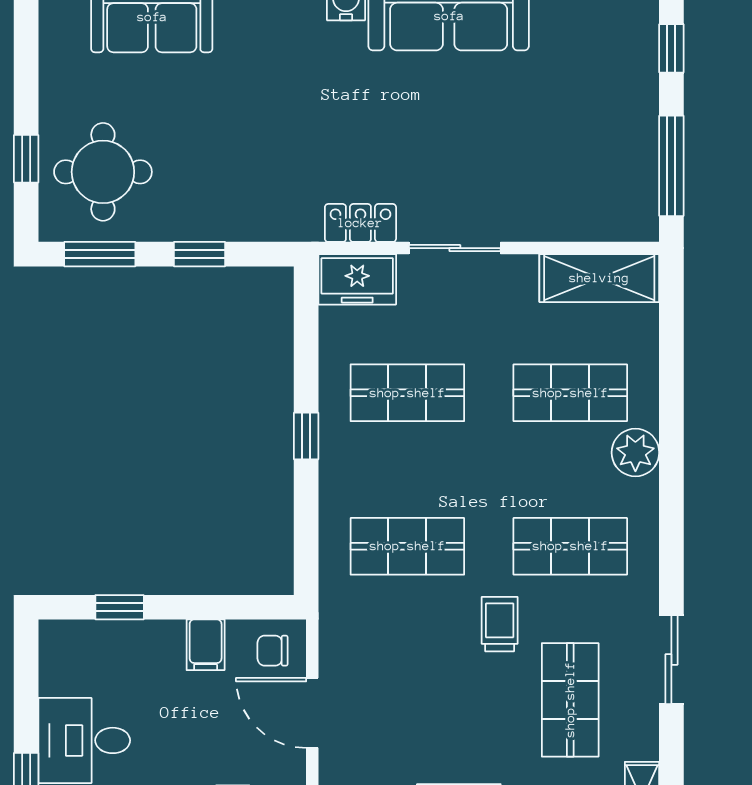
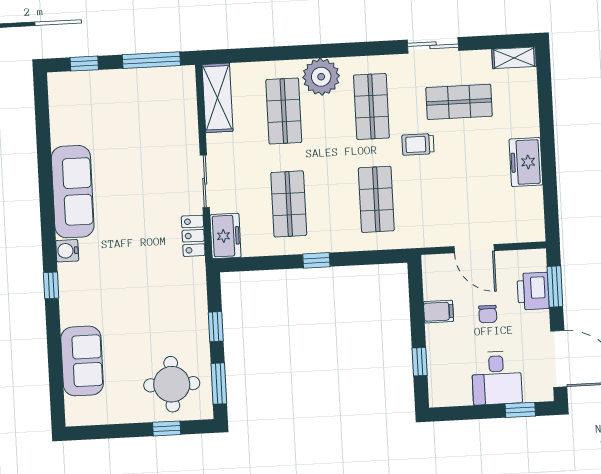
plant: (635, 453) -> (321, 77), width x1.36, depth x1.36
chair: (273, 651) -> (488, 314), moved
door: (312, 713) -> (474, 249), hinge flipped

